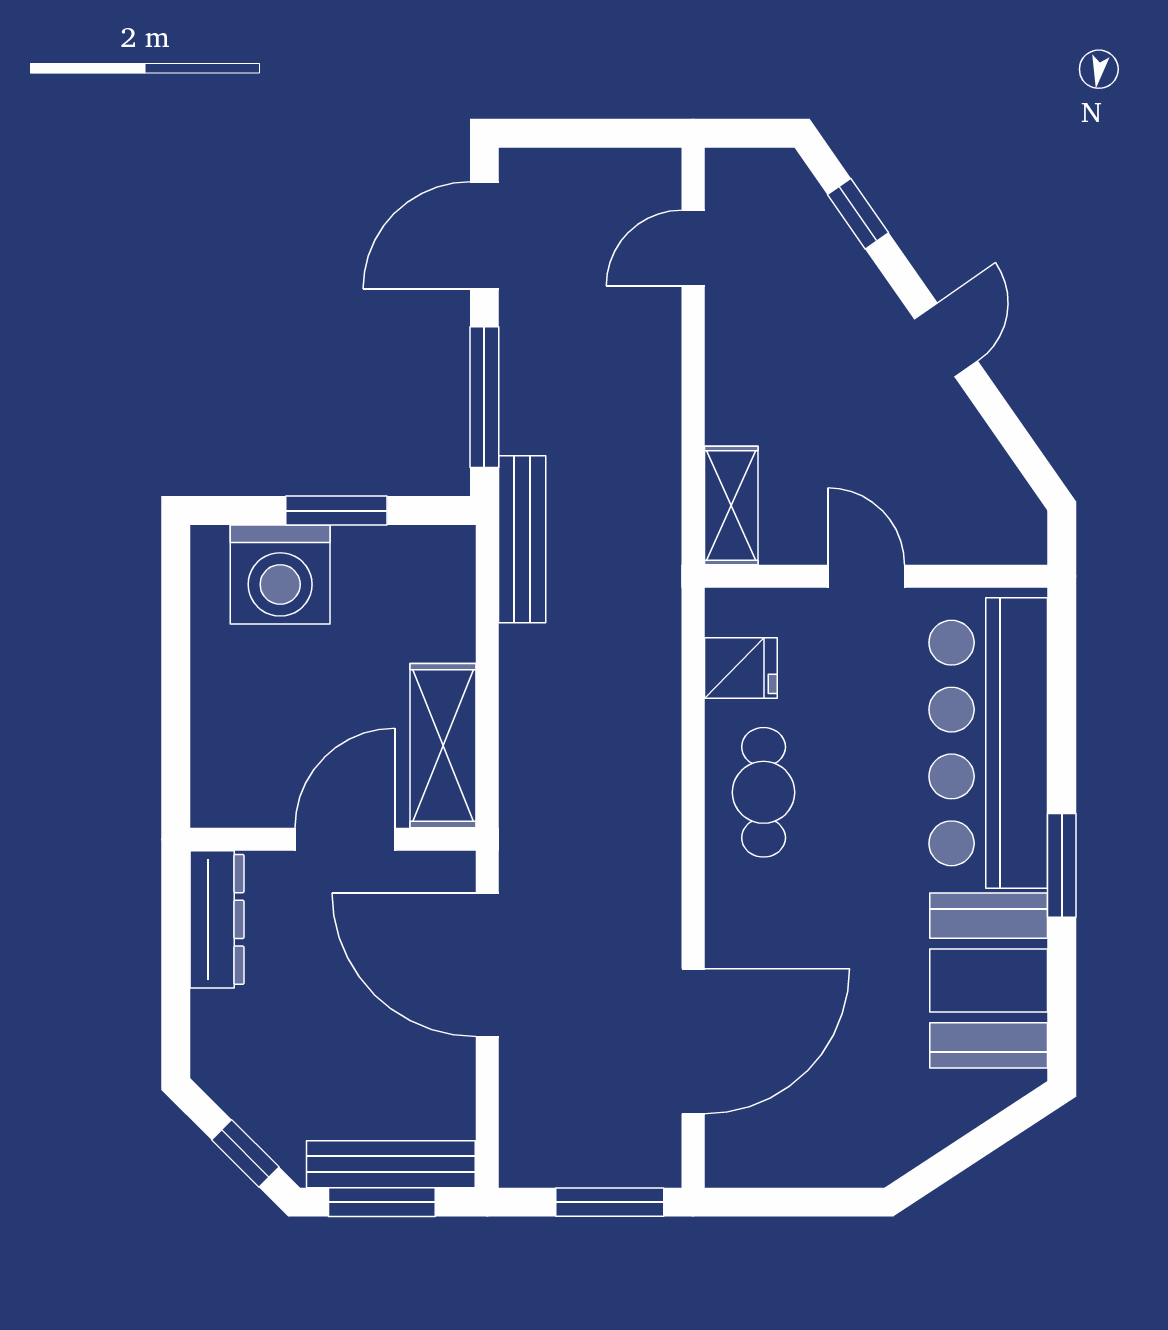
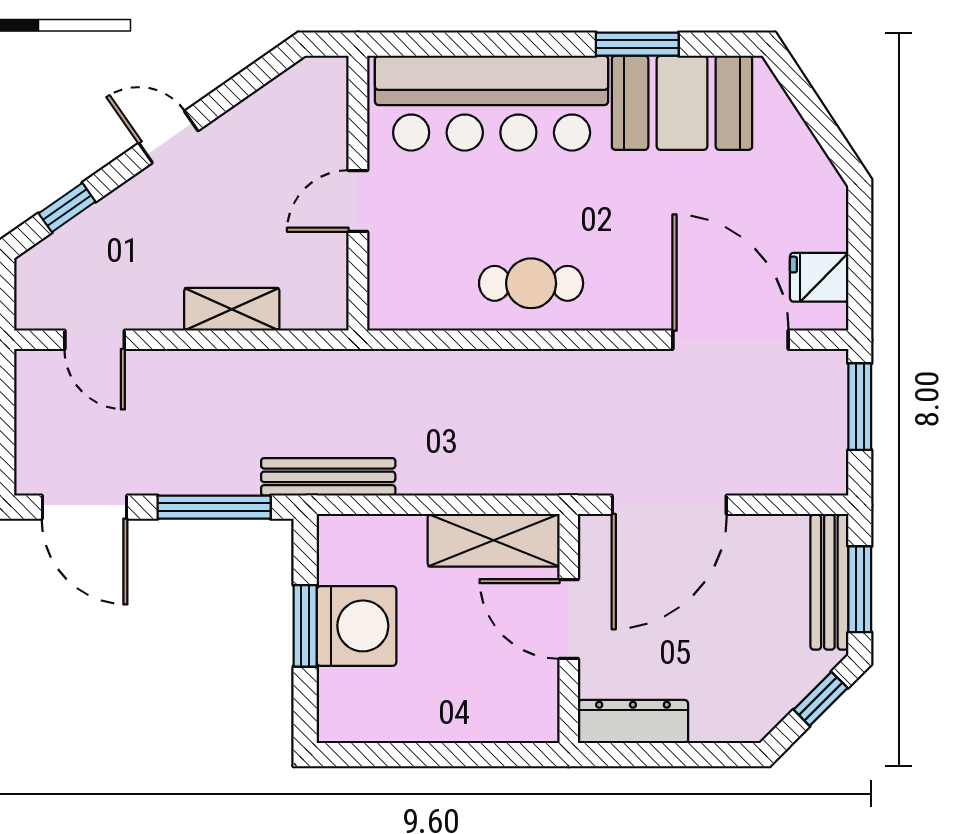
shelving: (731, 505) -> (232, 309), moved
washing machine: (280, 574) -> (356, 626), moved
fridge: (741, 668) -> (819, 277), moved, turned -90
window: (1062, 865) -> (637, 44), moved

